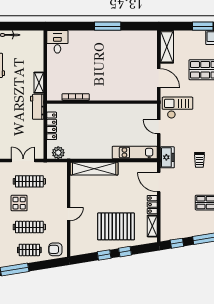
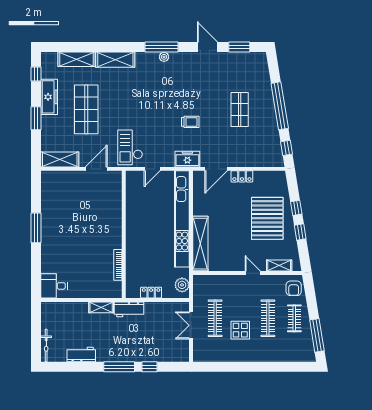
locker: (52, 126) -> (151, 293), width x0.66
kitchen unit: (135, 153) -> (182, 219), width x1.86
shelving: (152, 226) -> (279, 266), moved

